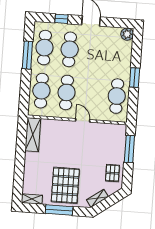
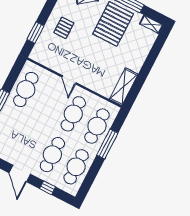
window: (27, 55) -> (107, 144), moved
window: (129, 149) -> (35, 33), width x0.69
pallet: (112, 173) -> (64, 28), moved

